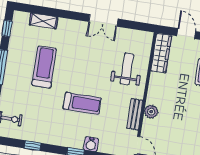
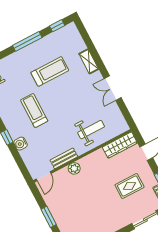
shelving: (43, 21) -> (89, 61), moved
treadmill: (82, 103) -> (34, 111), moved, turned 180

